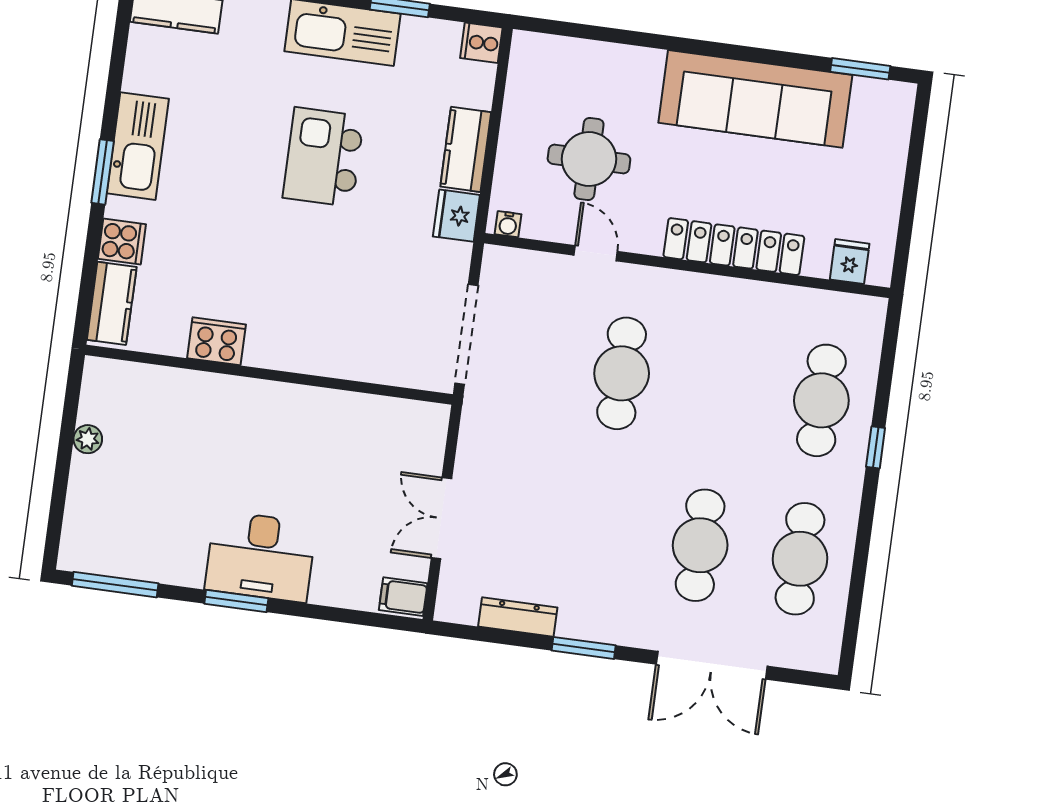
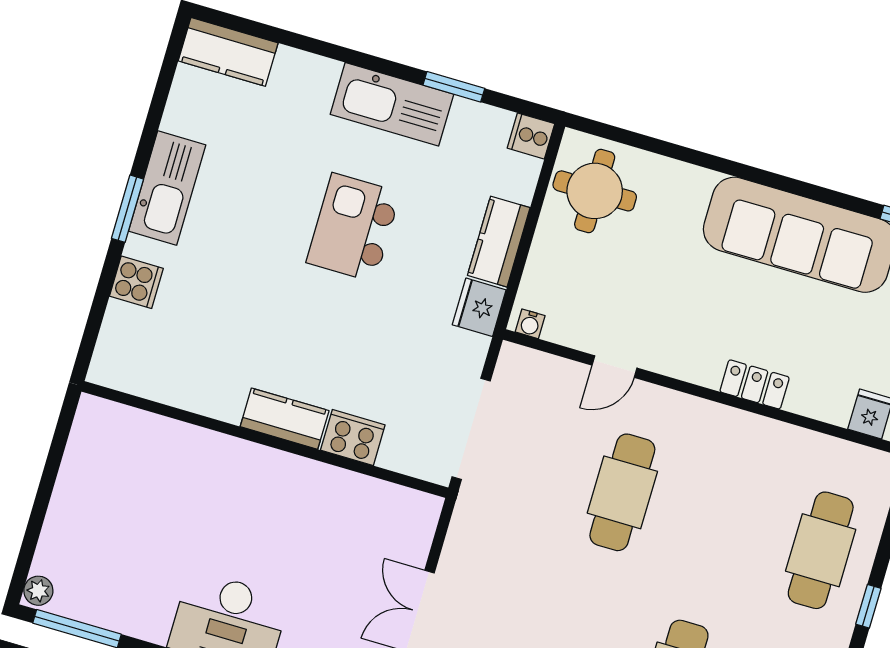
round table: (589, 159) -> (595, 191), moved
locker: (734, 247) -> (755, 384), width x0.46, depth x0.83
door: (596, 253) -> (615, 367), swing flipped
kitchen counter: (112, 303) -> (285, 419), moved, turned -90
cooker: (216, 341) -> (353, 437), moved
plant: (88, 439) -> (38, 591), moved

